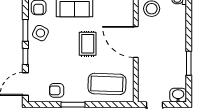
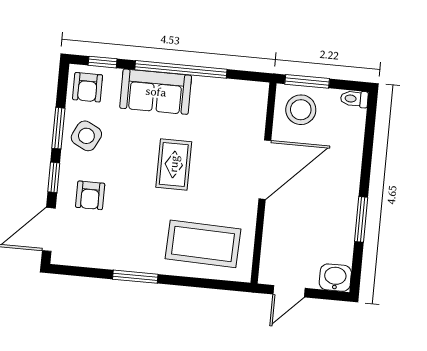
door: (136, 42) -> (265, 170), swing flipped
armchair: (57, 90) -> (90, 195), moved, turned -90

